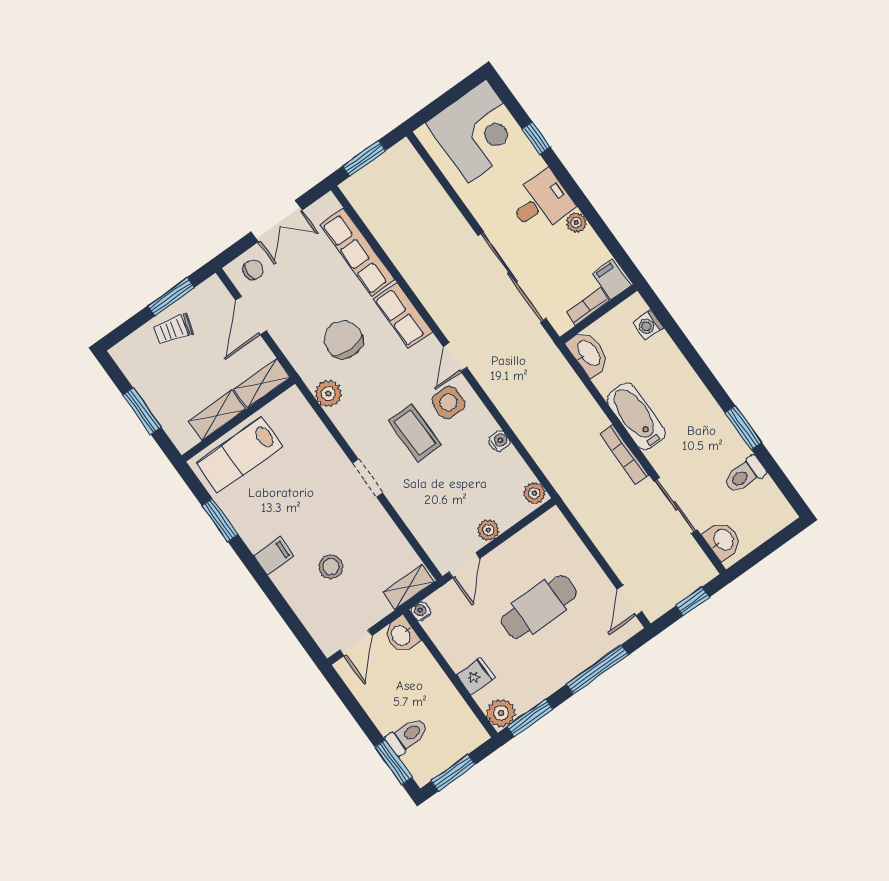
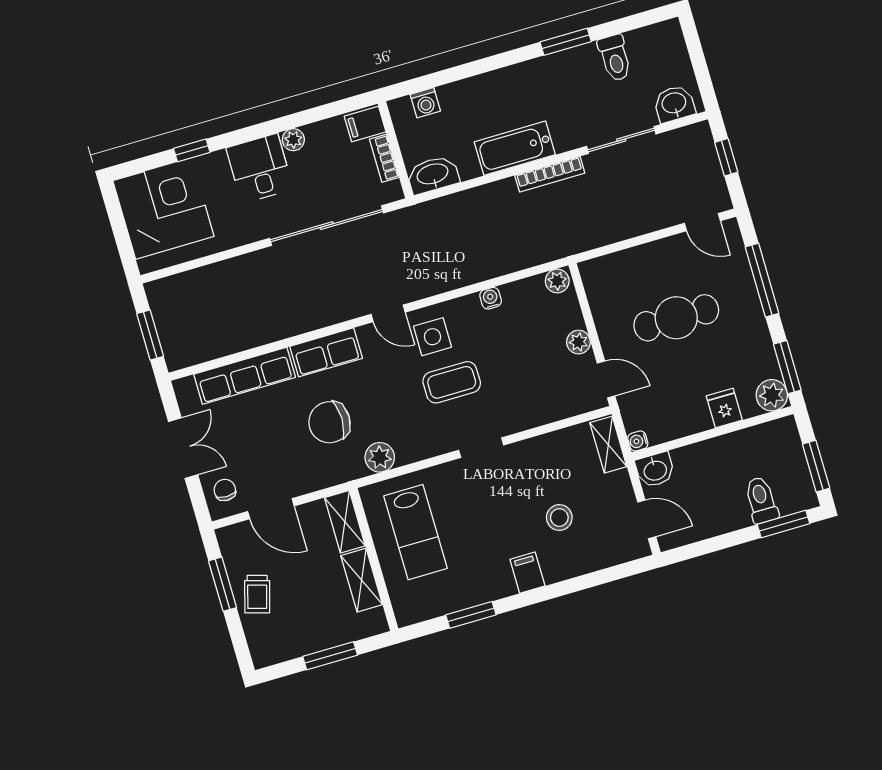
lab bench: (240, 455) -> (416, 532), moved
cafe table: (539, 607) -> (676, 318), turned 90

